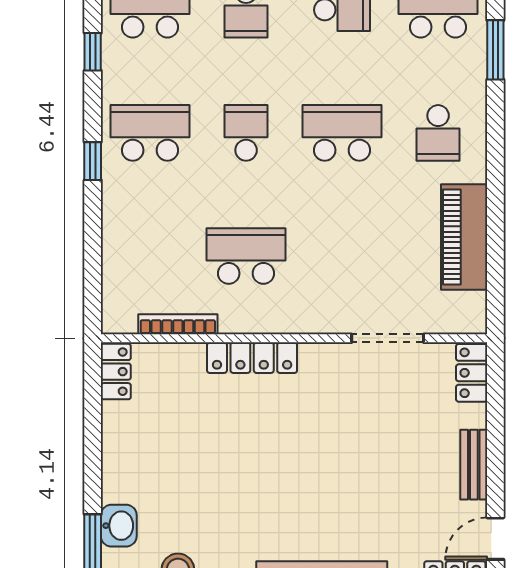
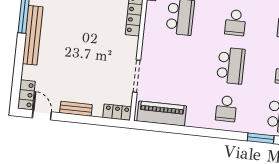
school desk: (246, 133) -> (235, 23), turned 90
school desk: (438, 133) -> (226, 109), turned -90
piano: (464, 237) -> (162, 114), moved

